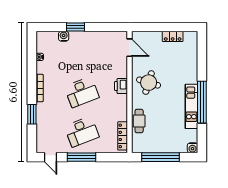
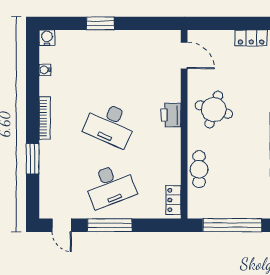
water cooler: (64, 36) -> (47, 38), moved
desk: (82, 92) -> (110, 124), turned 45
locker: (123, 136) -> (173, 200), width x0.66

